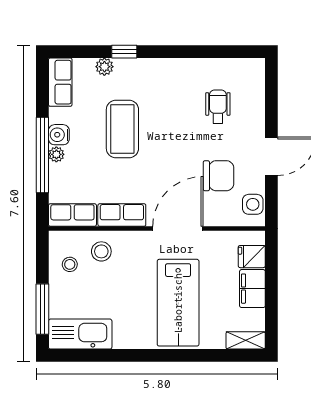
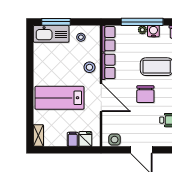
chair: (219, 176) -> (145, 94), moved
stool: (101, 251) -> (89, 67), moved
filing cabinet: (252, 289) -> (73, 139), width x0.50
kitchen sink: (80, 334) -> (51, 34), moved, turned 90

